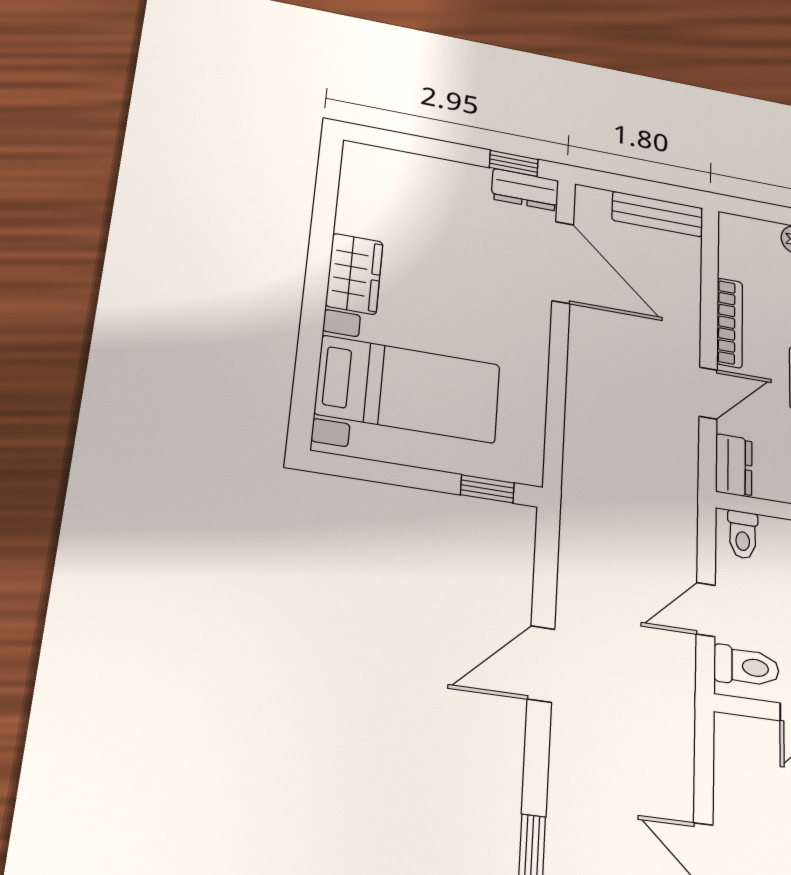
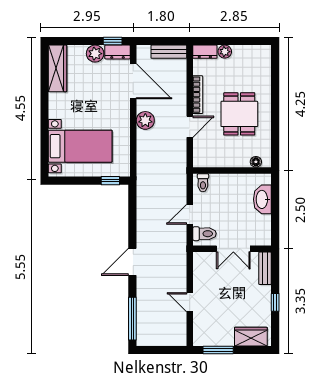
plant: (466, 182) -> (95, 54), added
wardrobe: (354, 274) -> (58, 68), moved, width x1.50
plant: (591, 358) -> (145, 120), added
dresser: (734, 465) -> (205, 52), moved, turned 90
door: (541, 664) -> (132, 262), moved

